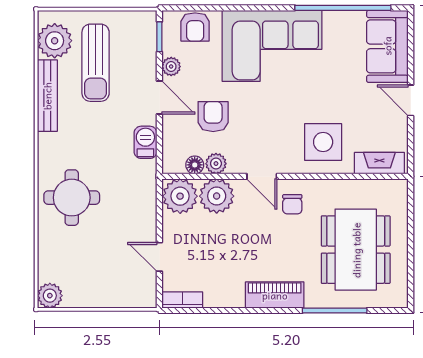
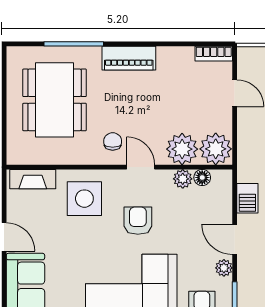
armchair: (213, 117) -> (138, 221), moved, turned 180

